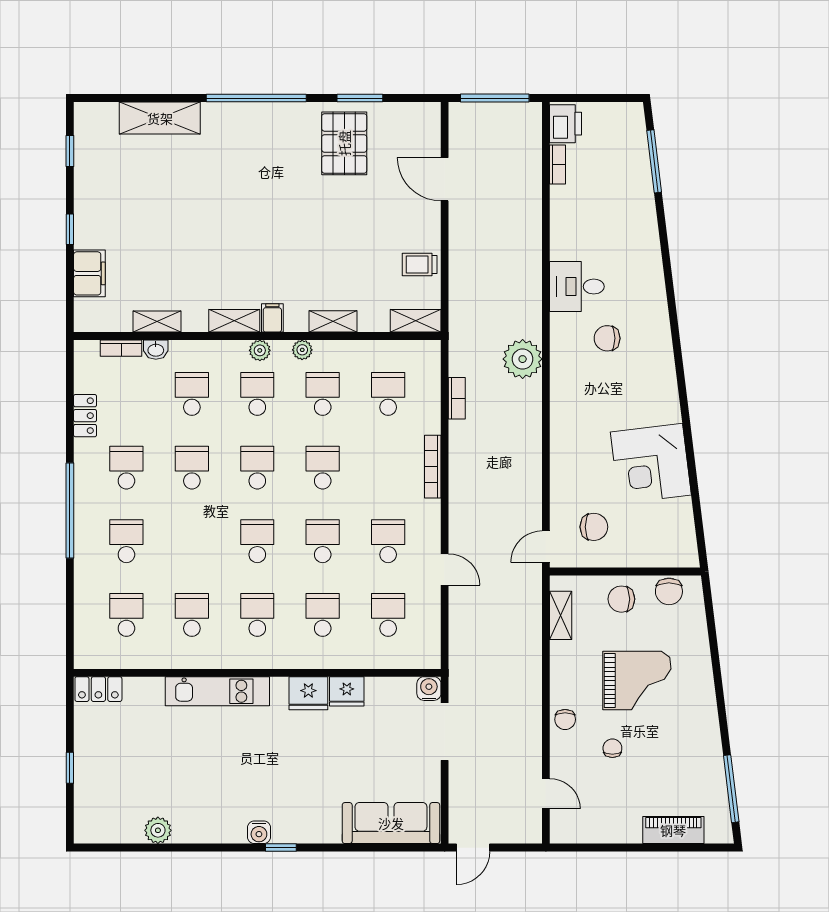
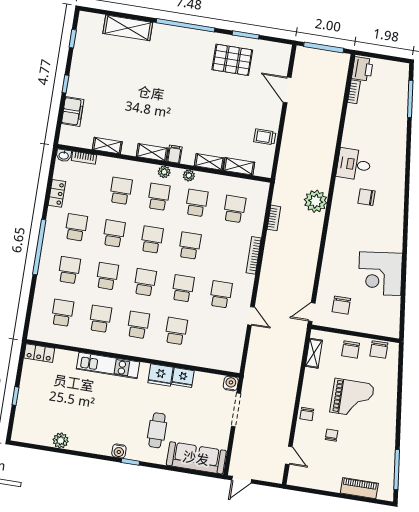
pallet: (344, 143) -> (232, 60), turned 90
shelving: (416, 321) -> (239, 166), moved
washbasin: (156, 350) -> (64, 155), moved
chair: (594, 527) -> (341, 305), turned 90
chair: (621, 599) -> (351, 349), turned -90
school desk: (388, 615) -> (107, 276), moved
cafe table: (317, 787) -> (157, 430), added

